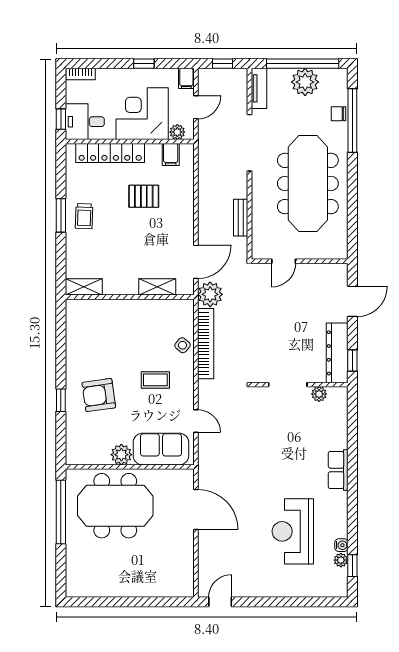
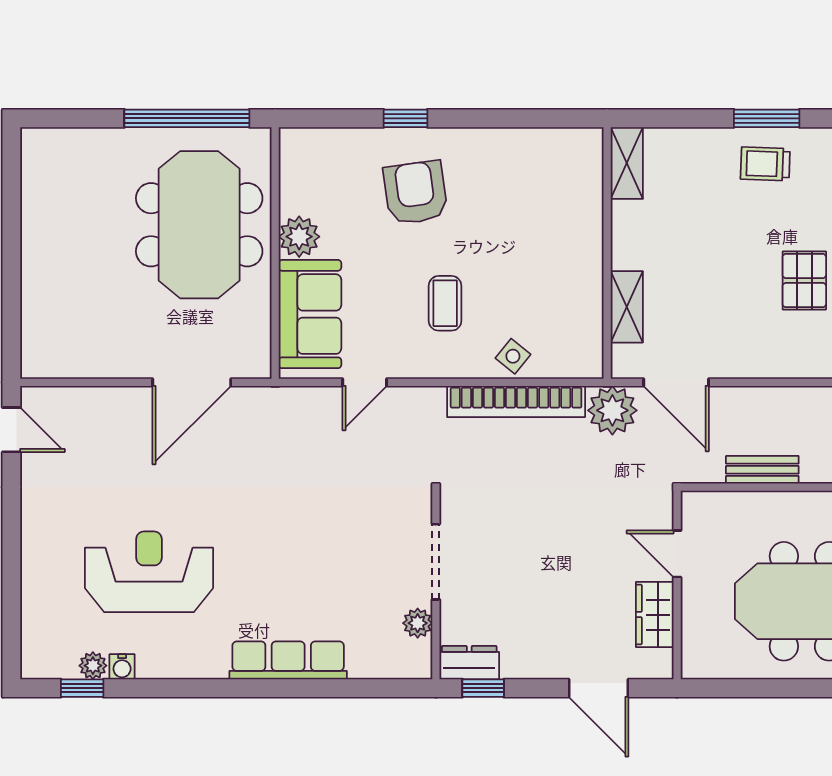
wardrobe: (315, 273) -> (655, 615), added
dresser: (337, 353) -> (469, 663), width x0.51, depth x0.80
row of seats: (338, 470) -> (288, 660), width x1.48

